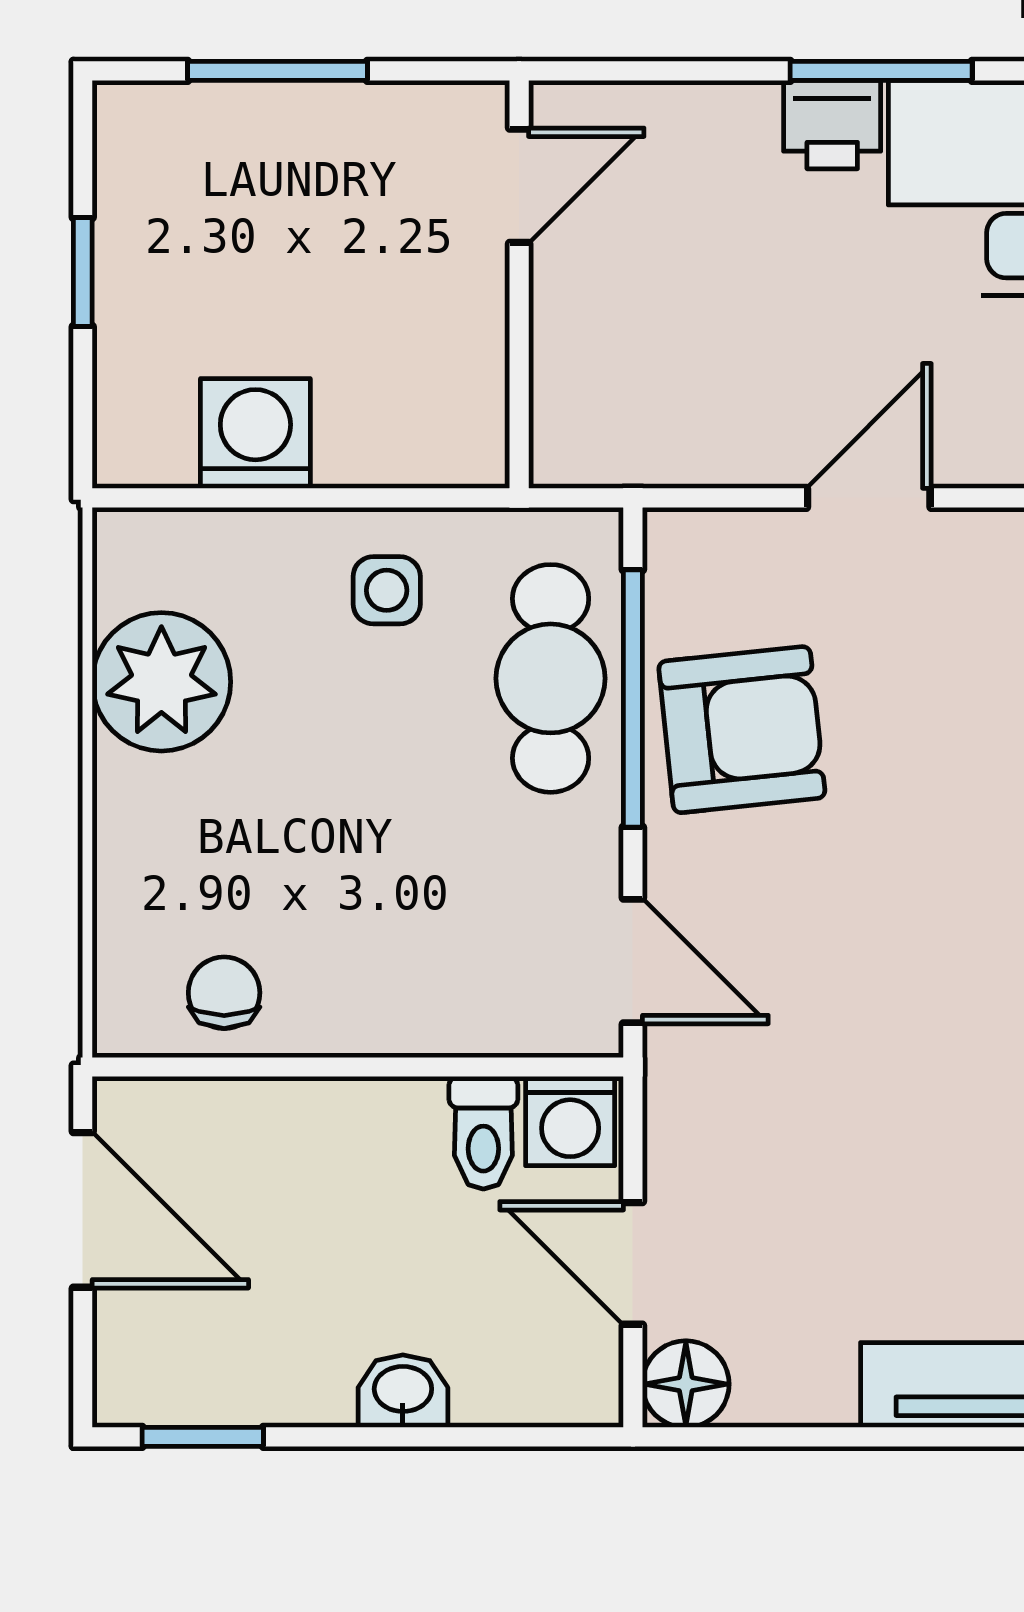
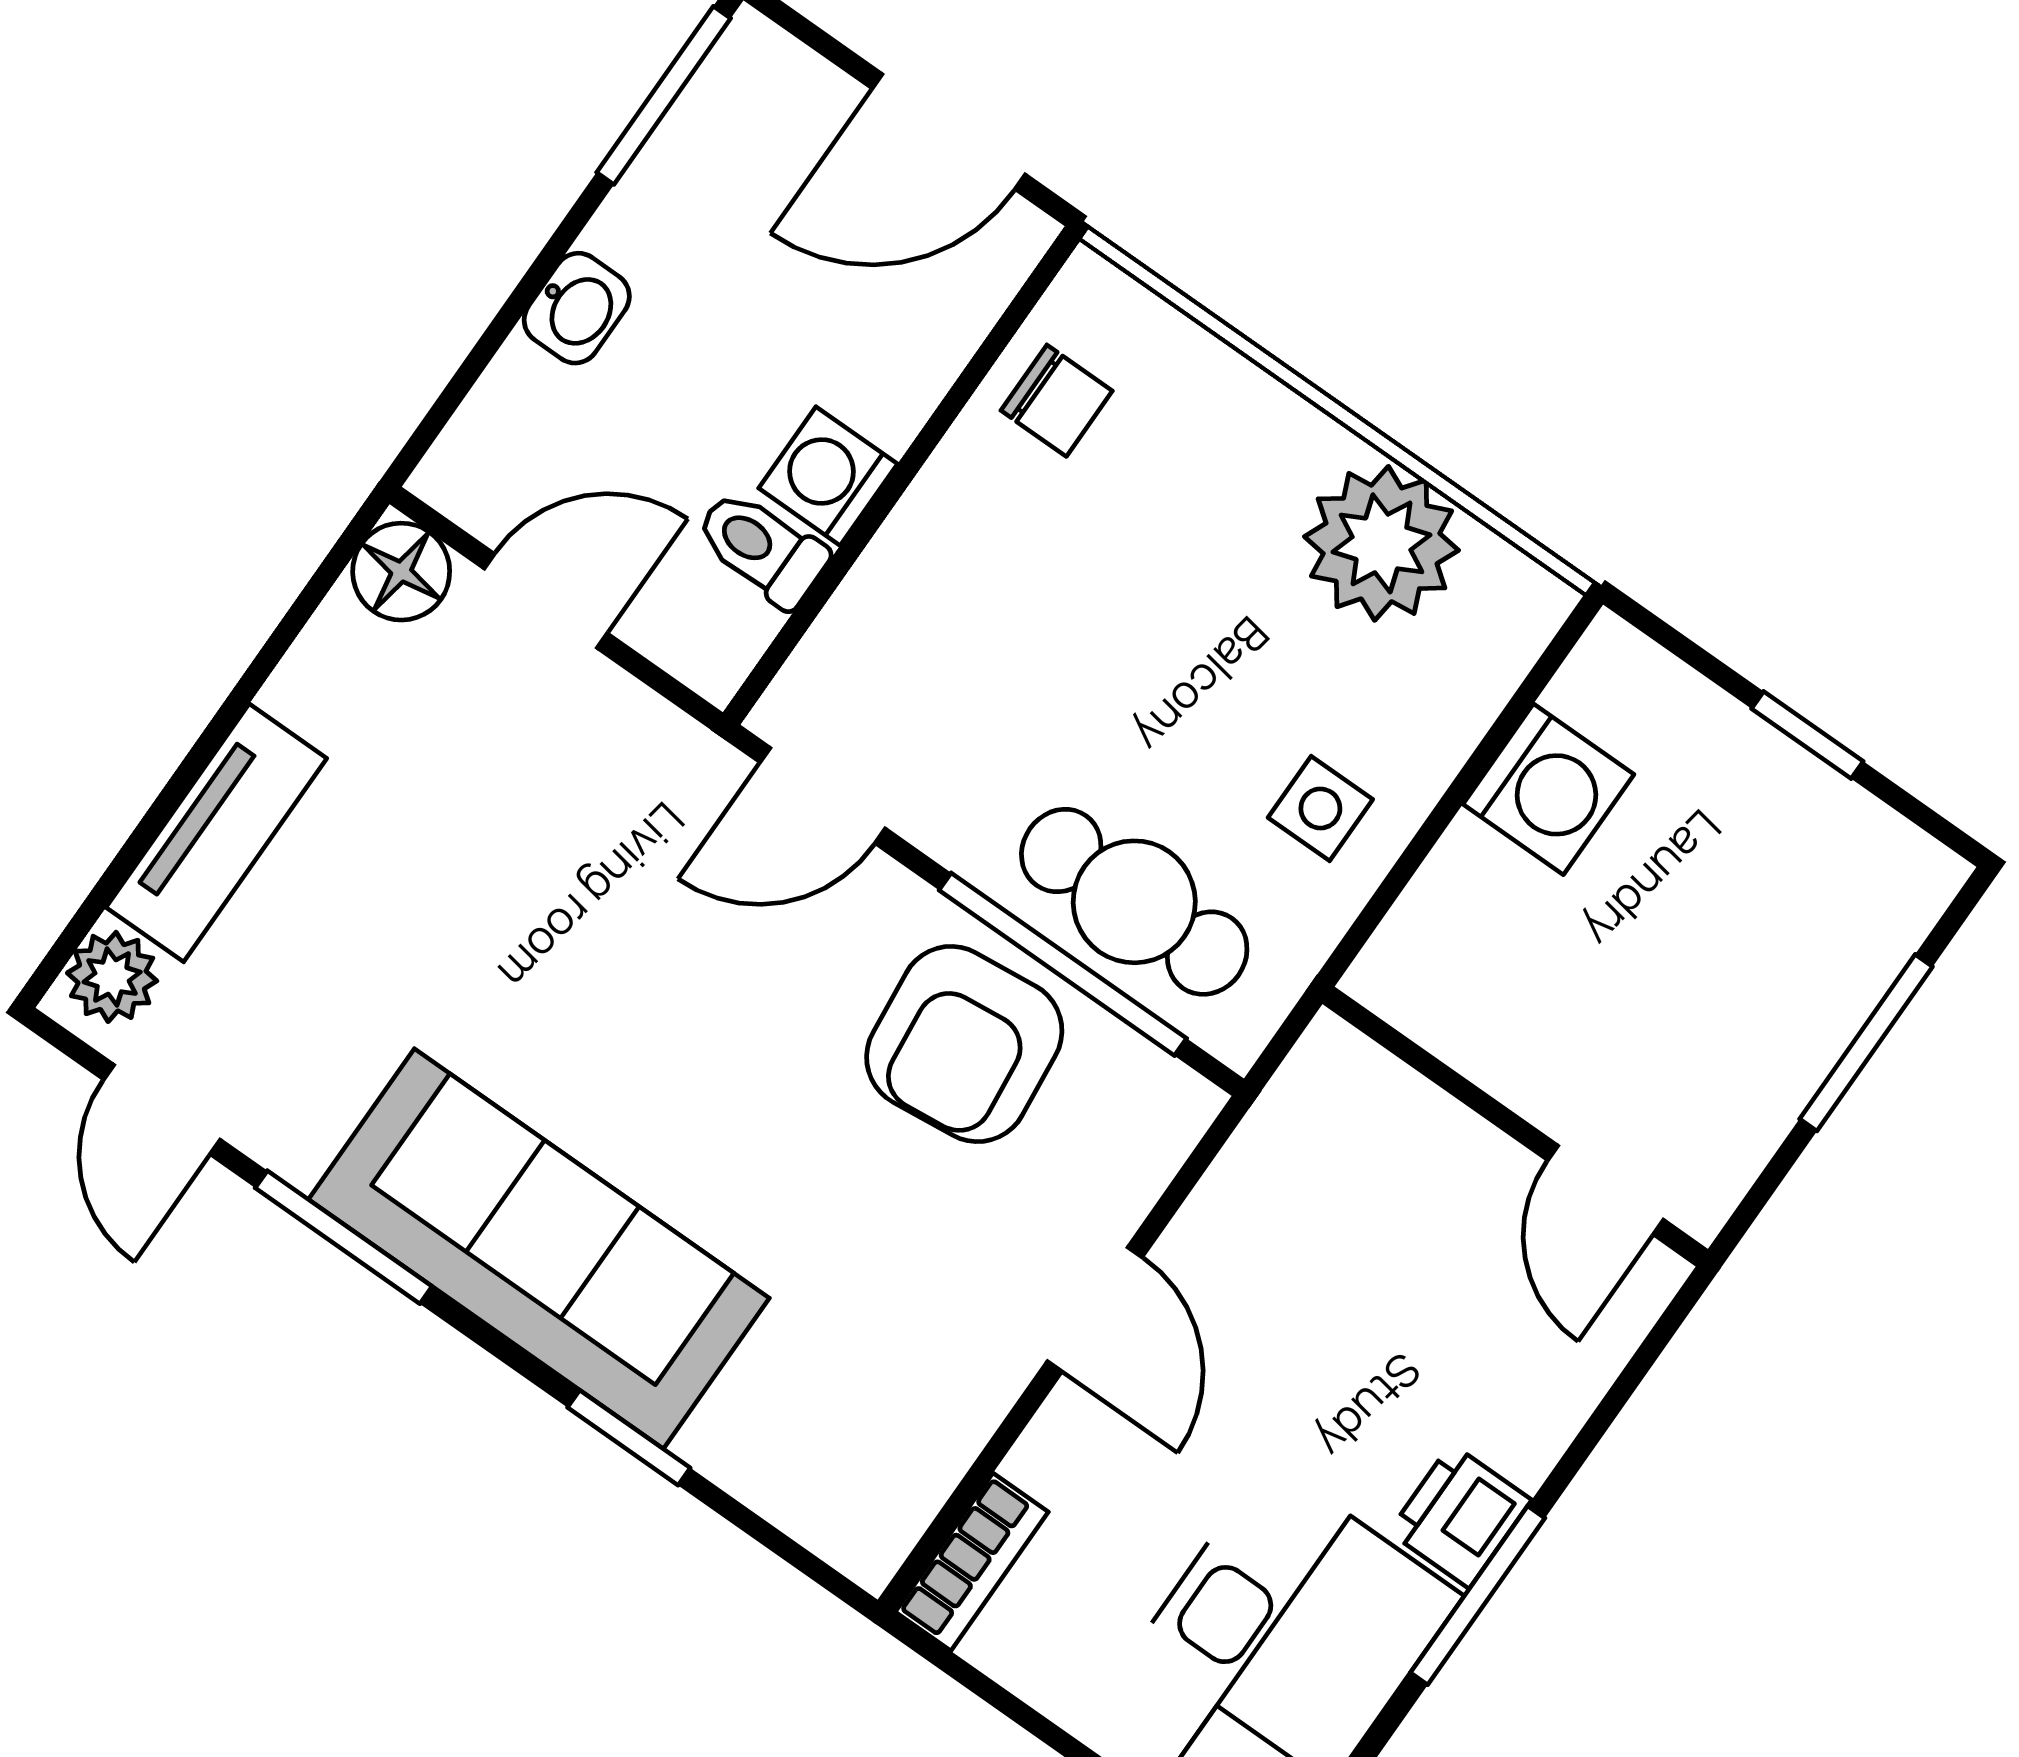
washing machine: (570, 1121) -> (828, 476), moved
window: (203, 1437) -> (664, 95), width x1.50

